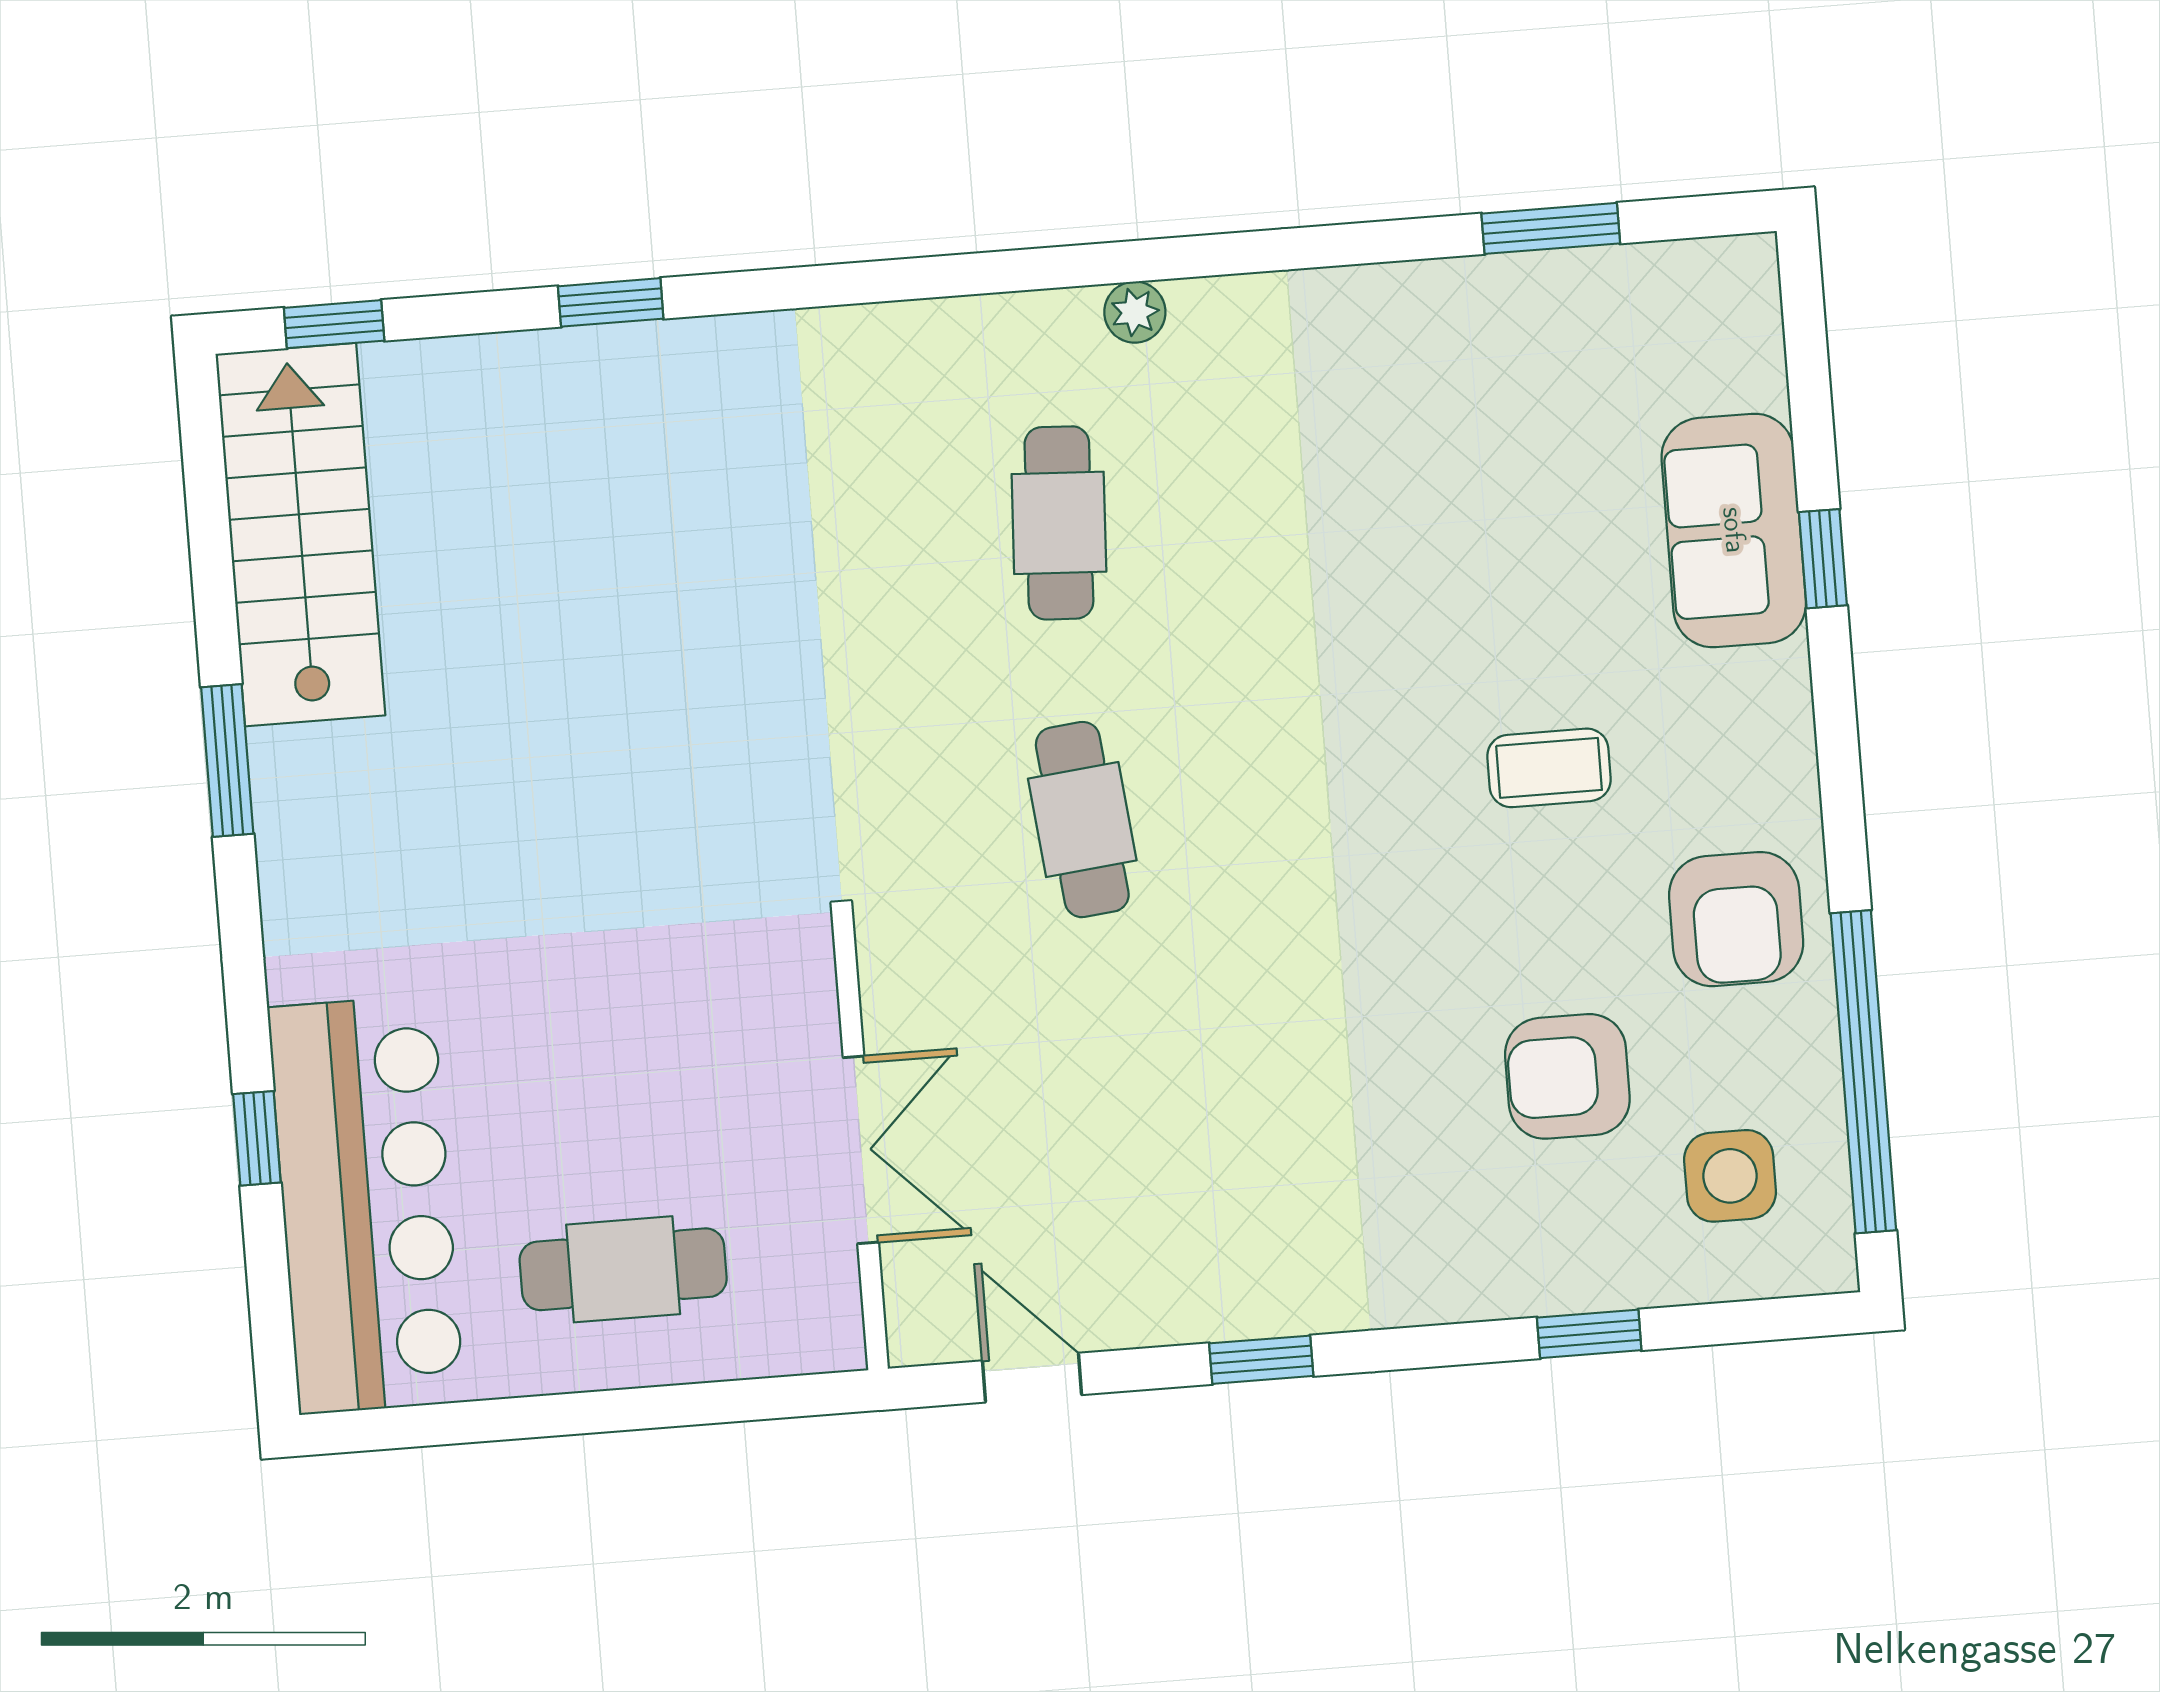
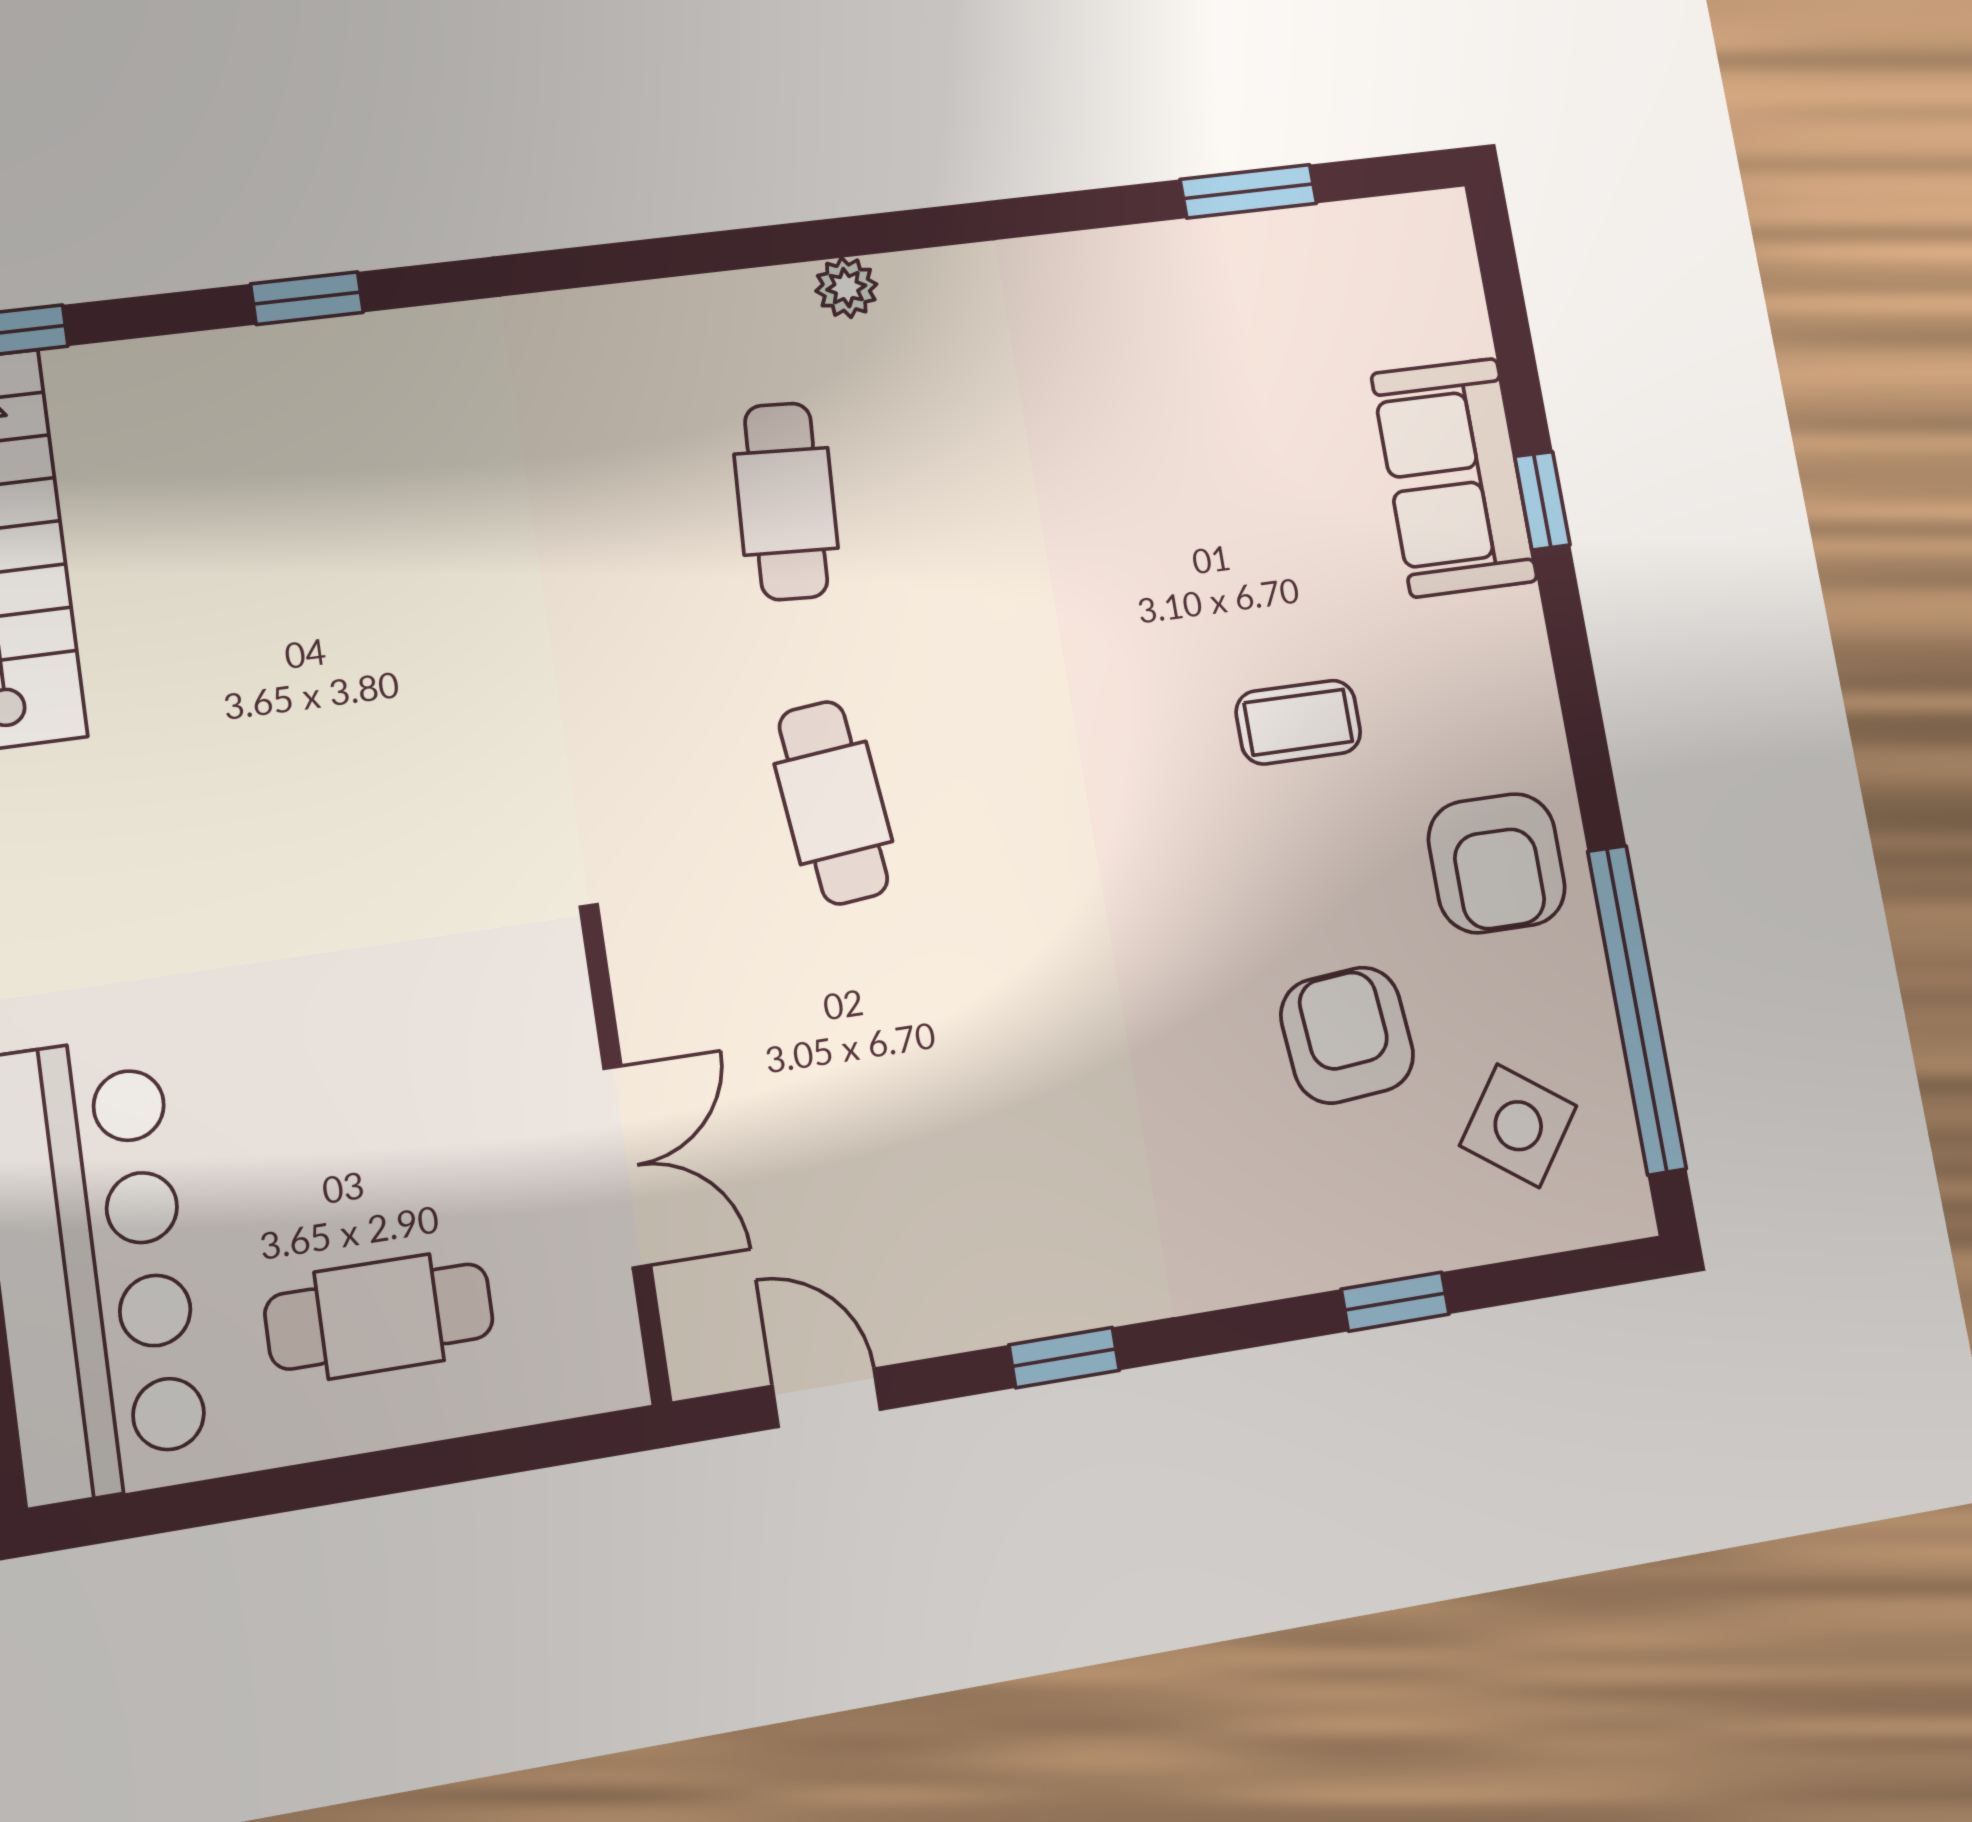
armchair: (1567, 1076) -> (1347, 1035), turned 85
side table: (1730, 1176) -> (1518, 1126), turned 36

